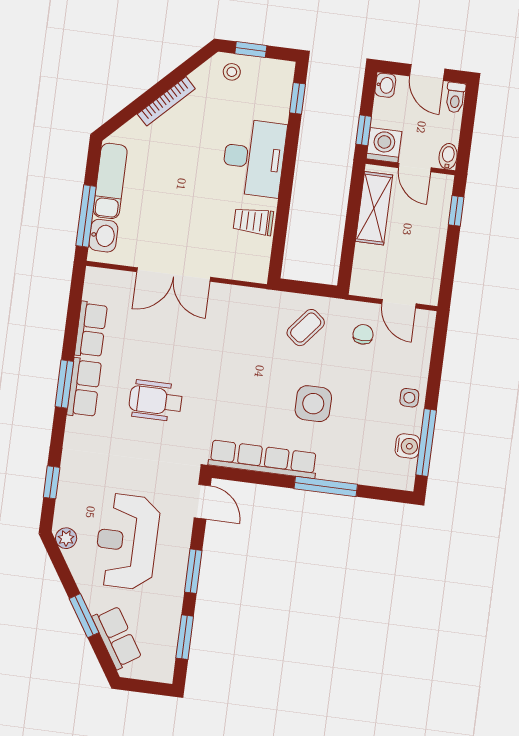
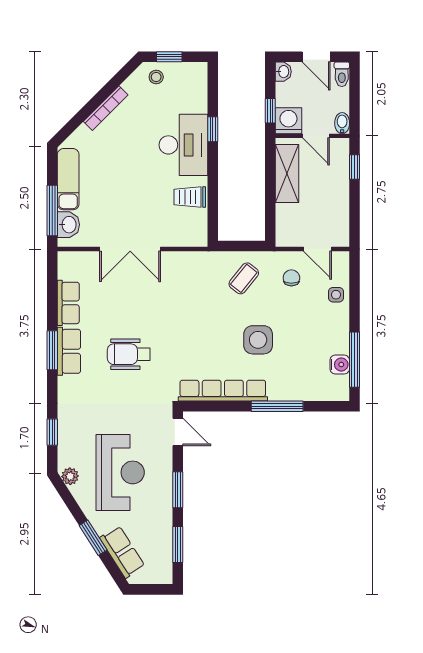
window: (297, 98) -> (213, 129), moved
side table: (409, 398) -> (336, 295), moved
reception desk: (127, 541) -> (120, 472), turned 180

